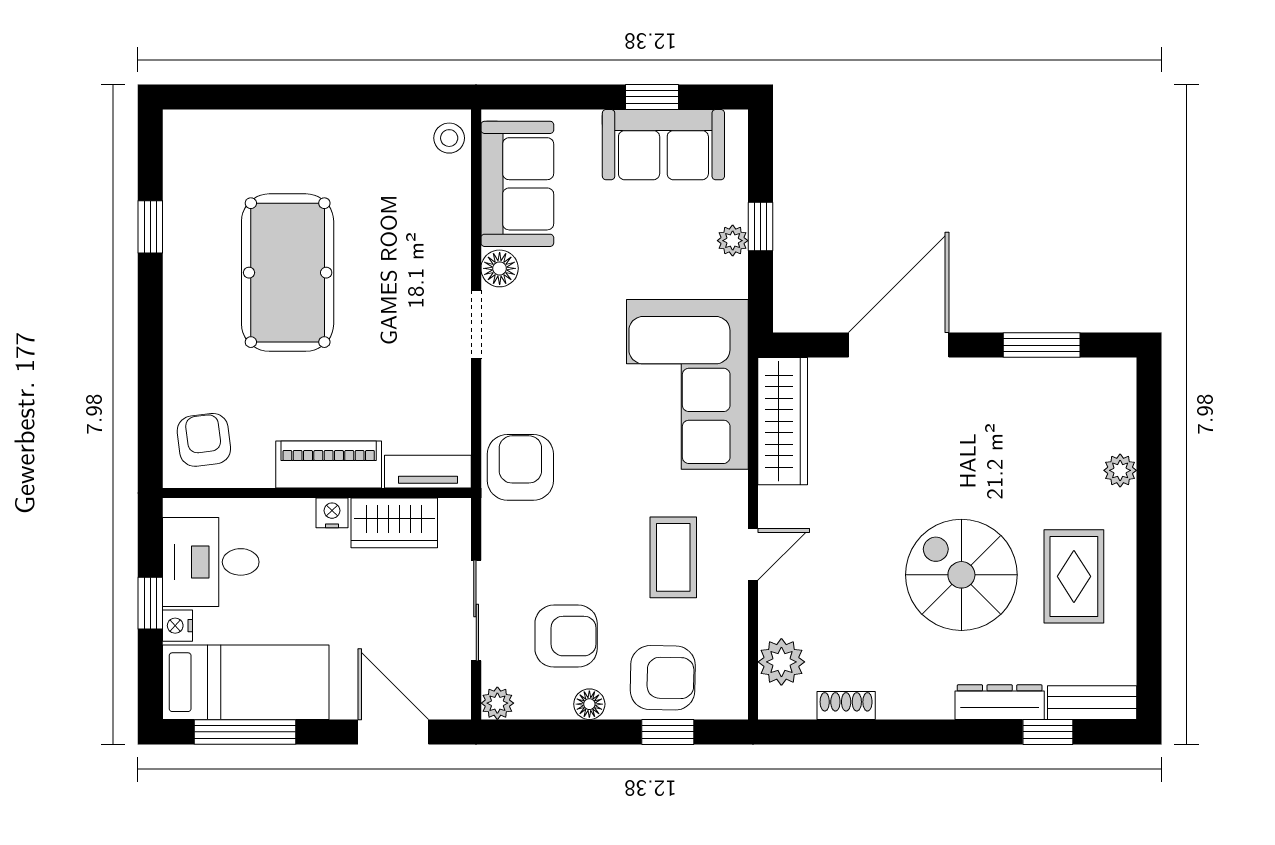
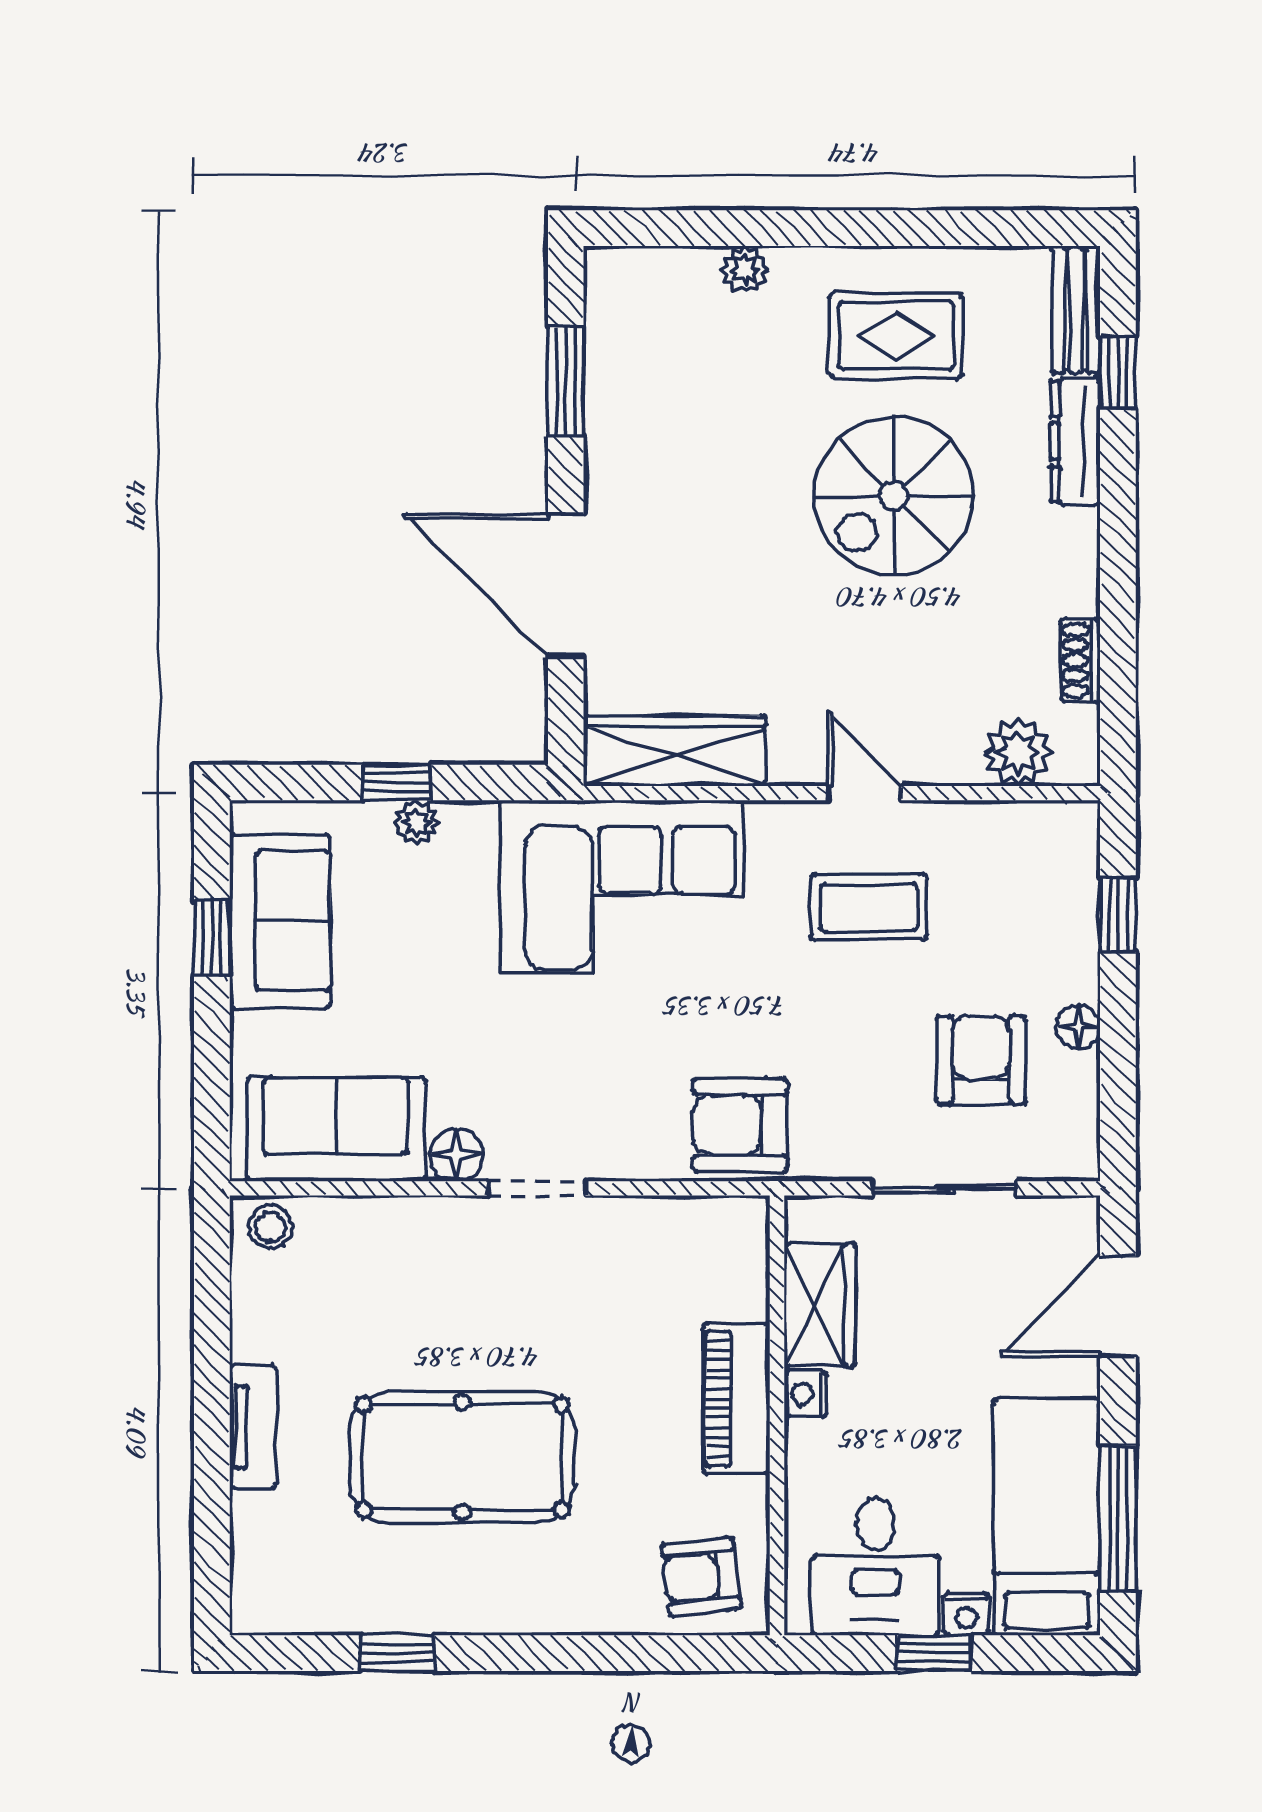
tv unit: (428, 472) -> (253, 1427), moved, turned 180
armchair: (663, 678) -> (1041, 922), removed
plant: (497, 703) -> (1077, 1158), removed

